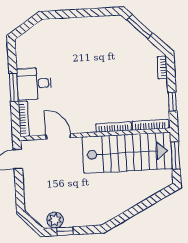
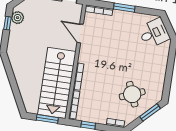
round table: (122, 54) -> (132, 94), added
desk: (34, 84) -> (154, 33), moved, turned 57
door: (58, 136) -> (80, 33), swing flipped

